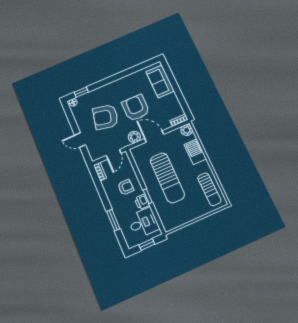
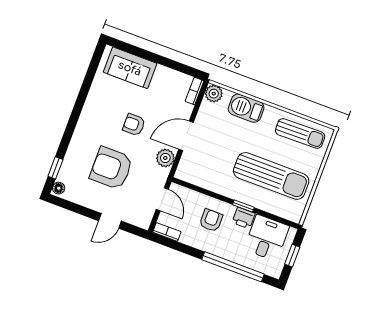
armchair: (136, 108) -> (134, 125), width x0.53, depth x0.53
armchair: (105, 117) -> (111, 168), turned 78
sun lounger: (167, 178) -> (271, 176), moved
window: (113, 220) -> (233, 267), width x2.11

